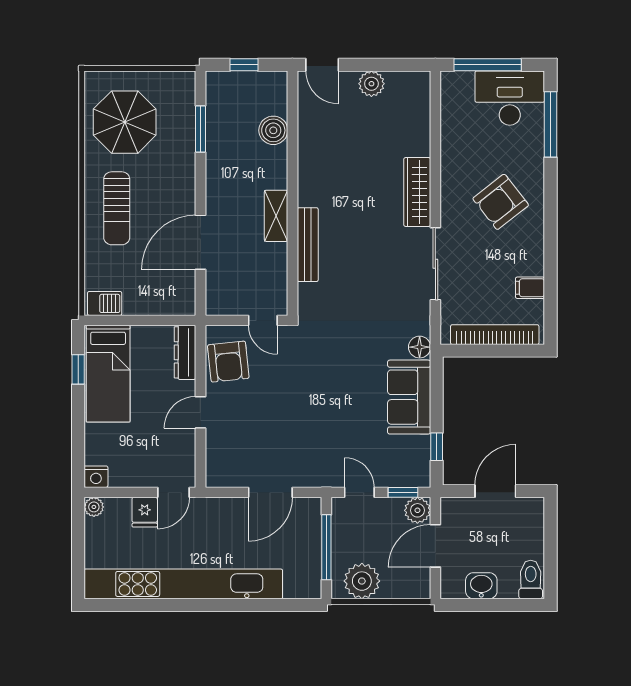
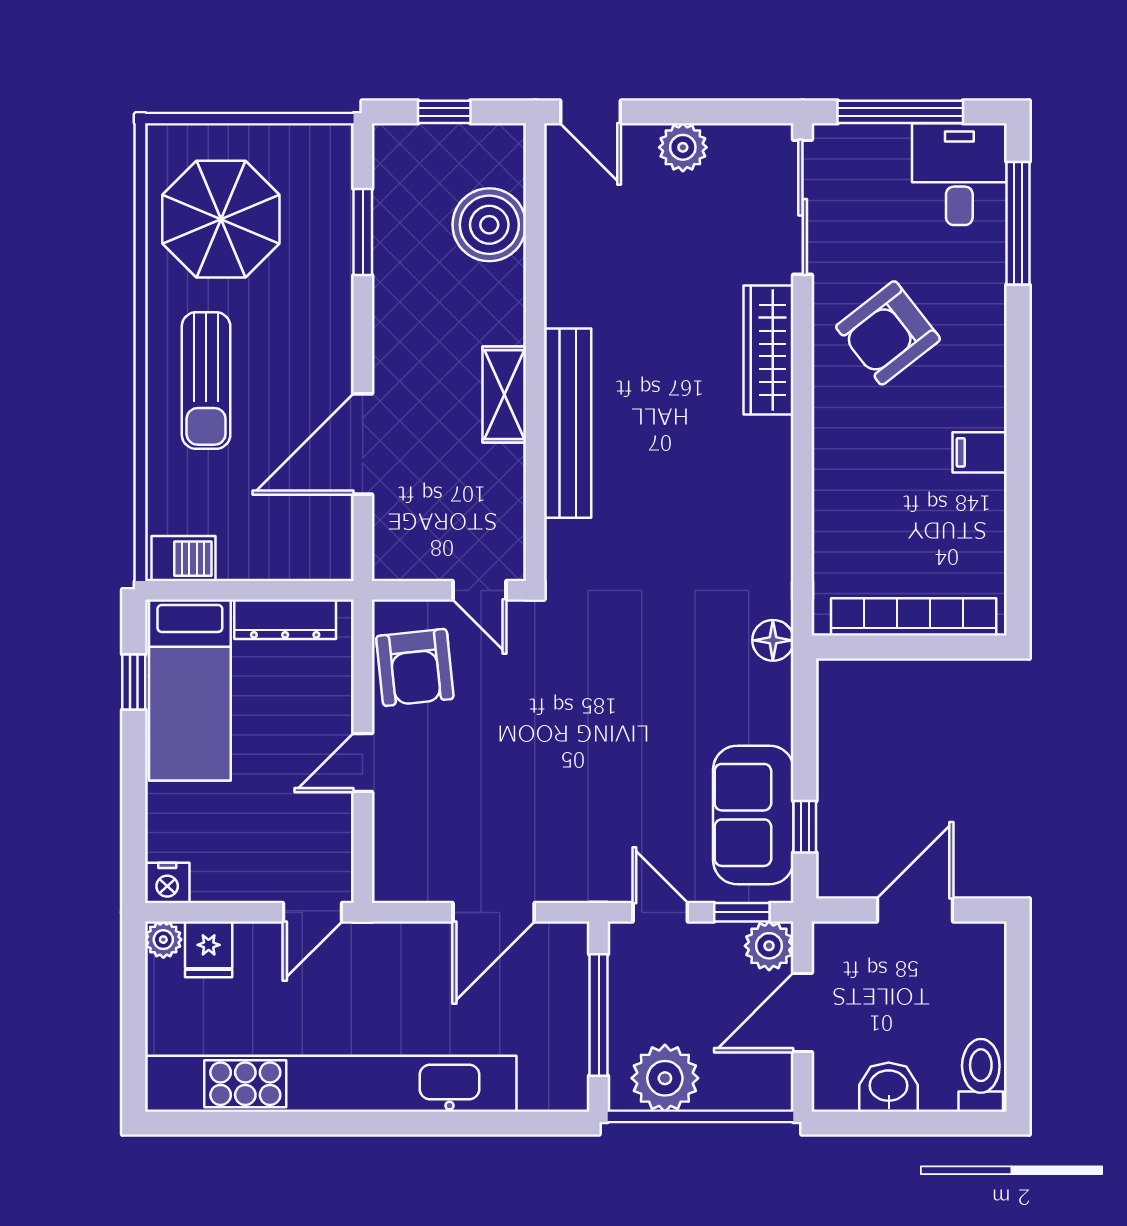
desk: (510, 98) -> (959, 174), width x0.73
boiler: (273, 130) -> (489, 225), width x1.37, depth x1.37
armchair: (501, 202) -> (888, 333), moved
bench: (308, 245) -> (568, 423), width x1.37, depth x1.21
sliding door: (435, 264) -> (803, 207), moved
filing cabinet: (530, 288) -> (980, 452), moved
dresser: (185, 352) -> (285, 619), moved, turned -90
sofa: (409, 397) -> (753, 815), moved
fridge: (145, 512) -> (209, 949), moved

